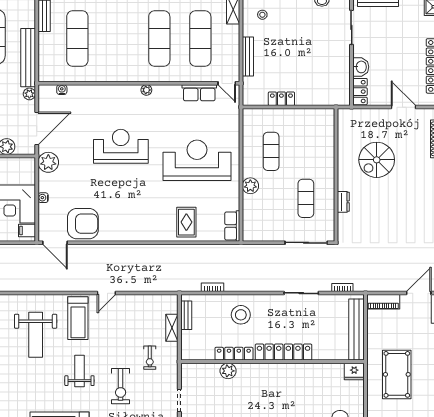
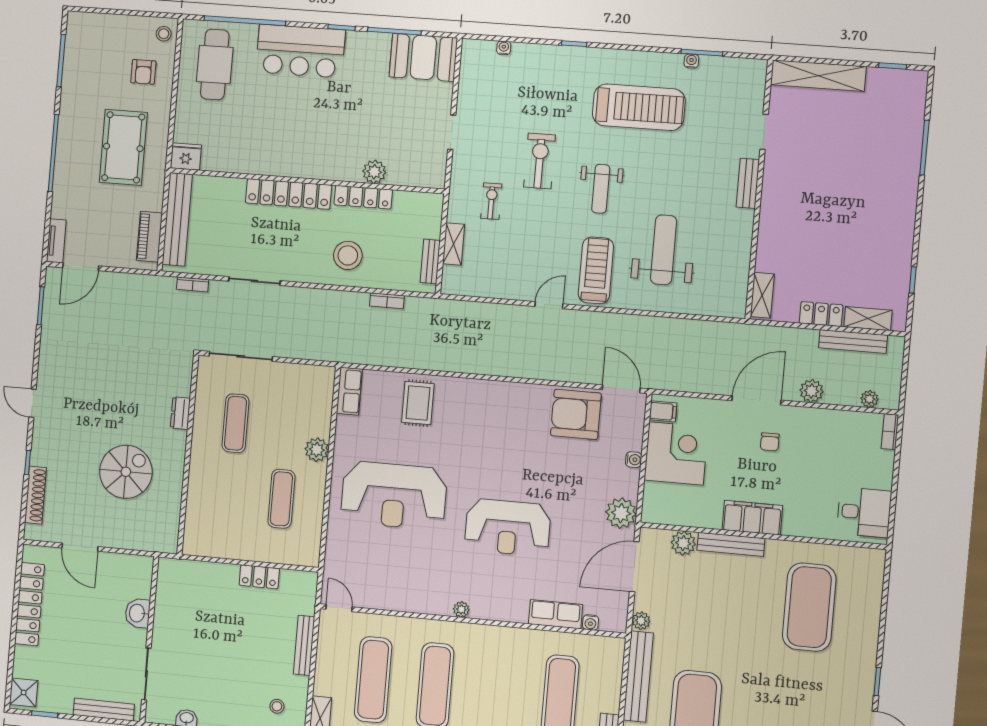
locker: (360, 92) -> (142, 576), removed
row of seats: (199, 93) -> (555, 614), moved
piano: (383, 302) -> (149, 237), moved, turned -90

